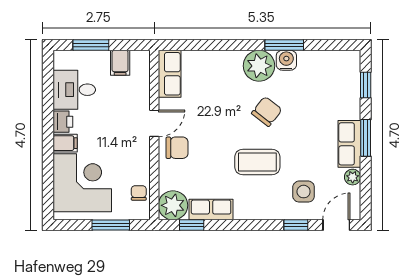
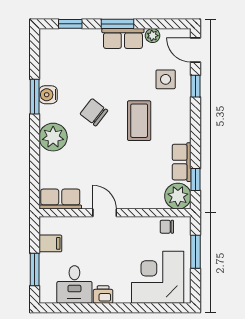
plant: (259, 66) -> (53, 137), moved
filing cabinet: (65, 143) -> (122, 293), removed
chair: (177, 148) -> (126, 192), removed

